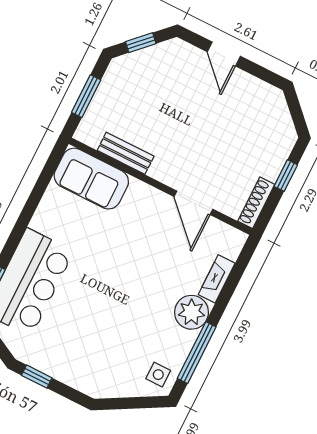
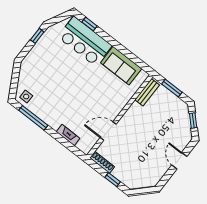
door: (224, 54) -> (179, 161), hinge flipped
bench: (126, 153) -> (147, 92), moved
sofa: (91, 179) -> (121, 66), moved, turned -90
plant: (192, 312) -> (54, 119), removed

